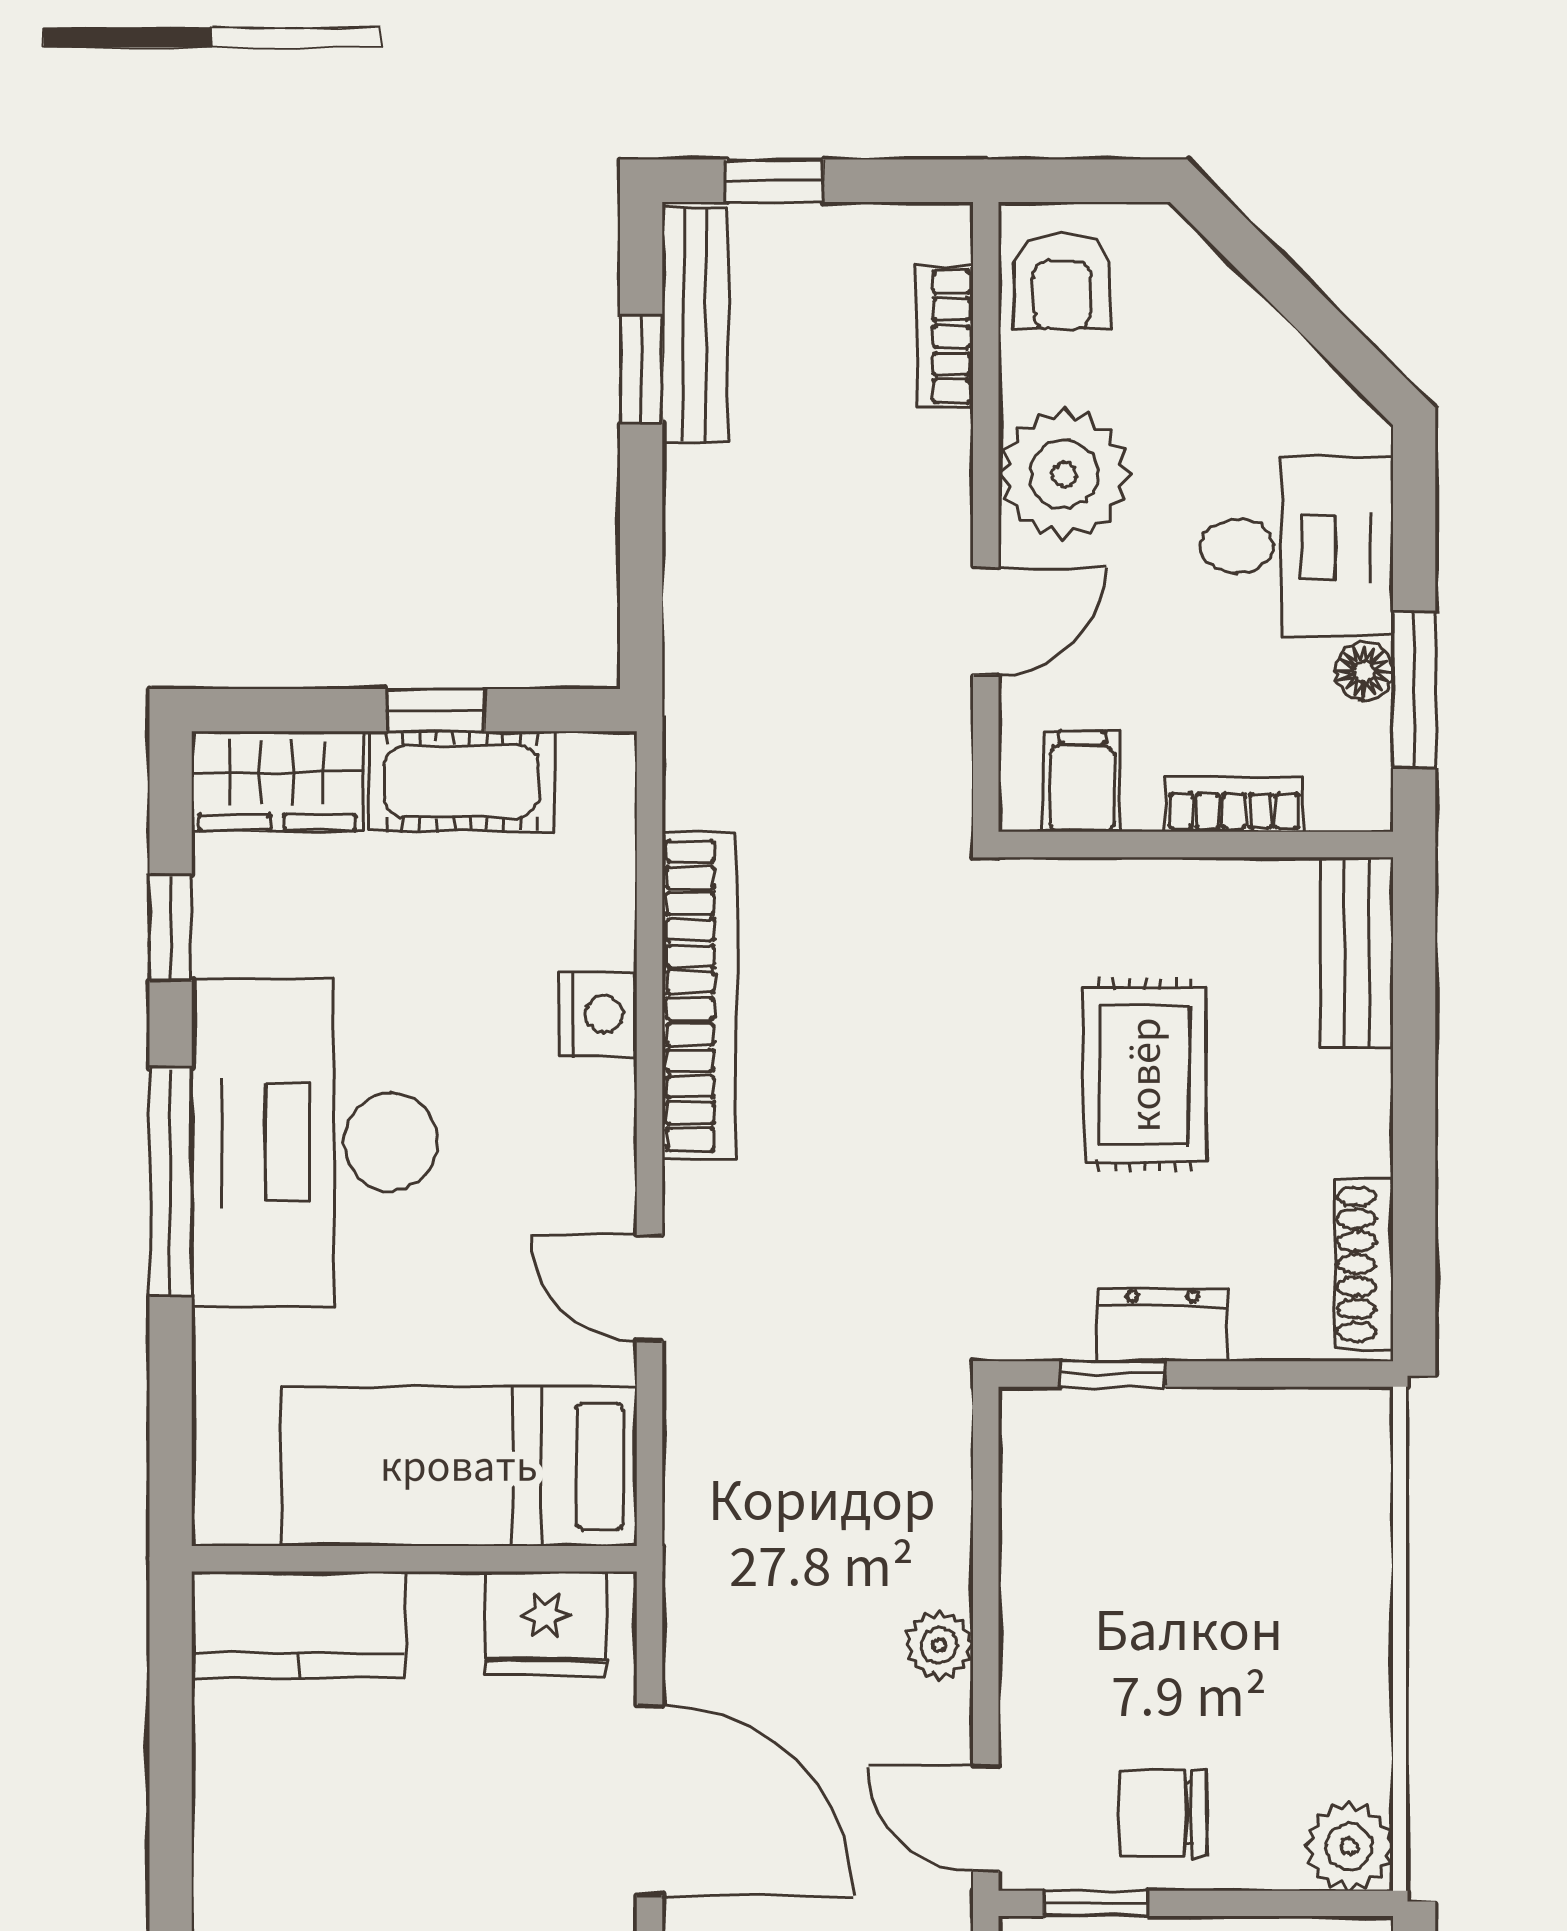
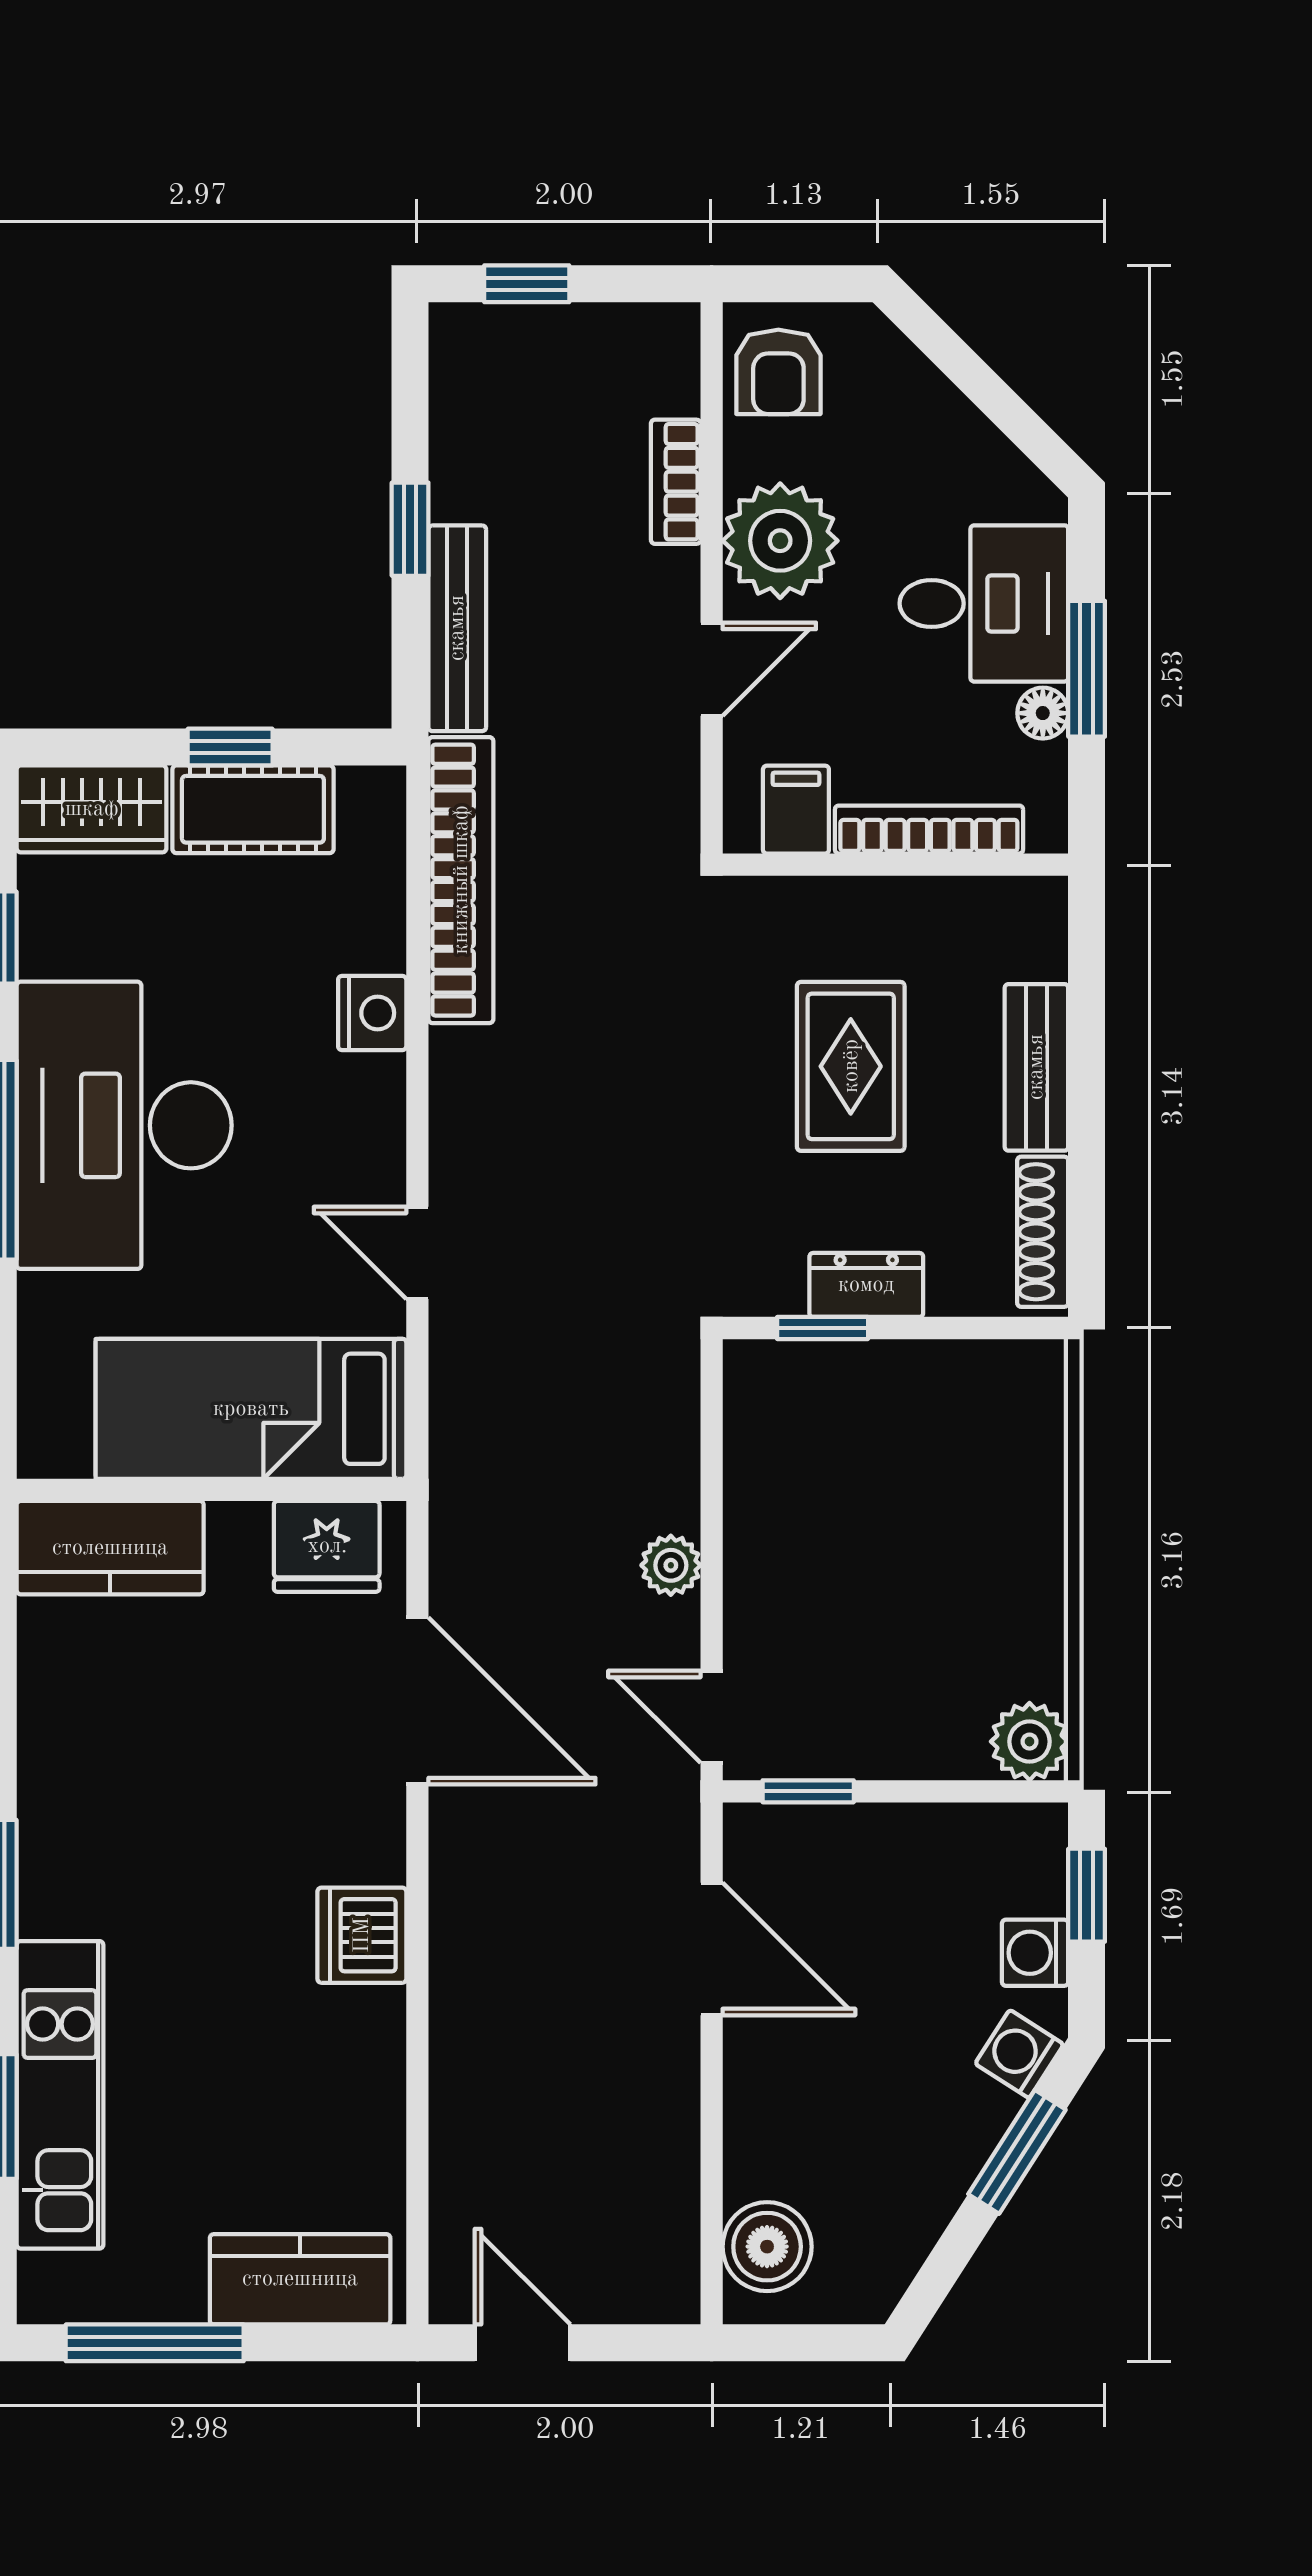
bench: (695, 325) -> (457, 628), moved
bookcase: (945, 337) -> (676, 482), moved
window: (641, 369) -> (410, 529), moved
window: (1414, 690) -> (1087, 669), moved
bookcase: (1234, 804) -> (929, 830), width x1.56
bench: (1357, 952) -> (1036, 1067), moved
bookcase: (699, 995) -> (461, 880), moved
chair: (1163, 1813) -> (867, 1712), removed

